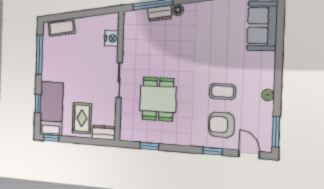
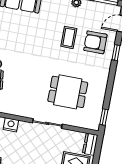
armchair: (221, 125) -> (95, 42), turned 90
window: (149, 146) -> (104, 117), moved

